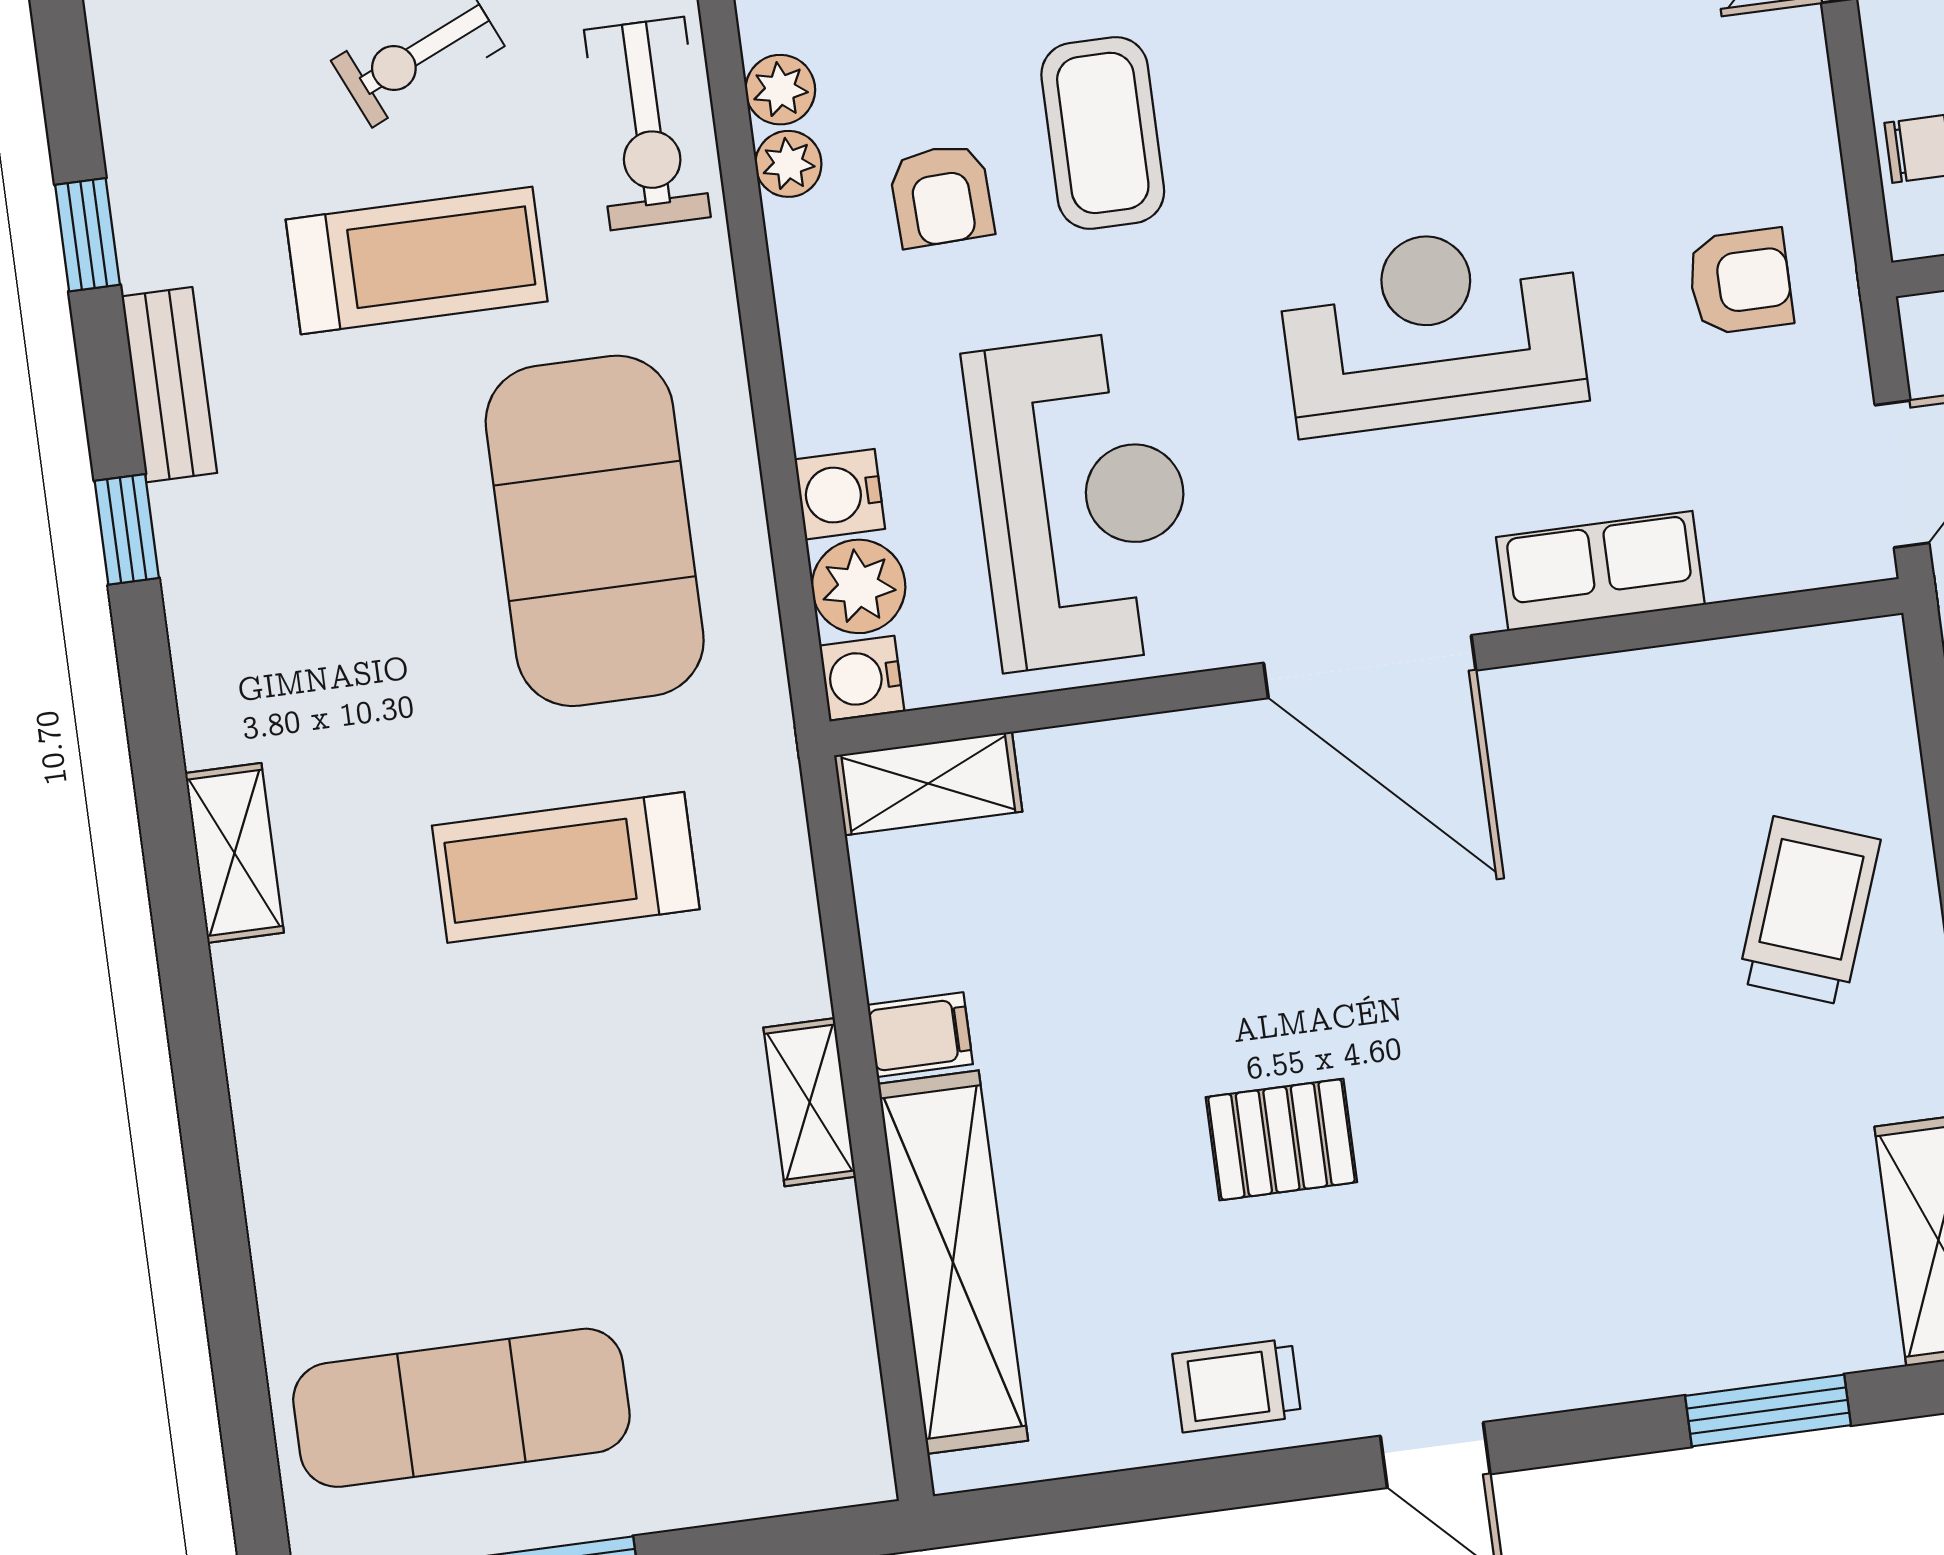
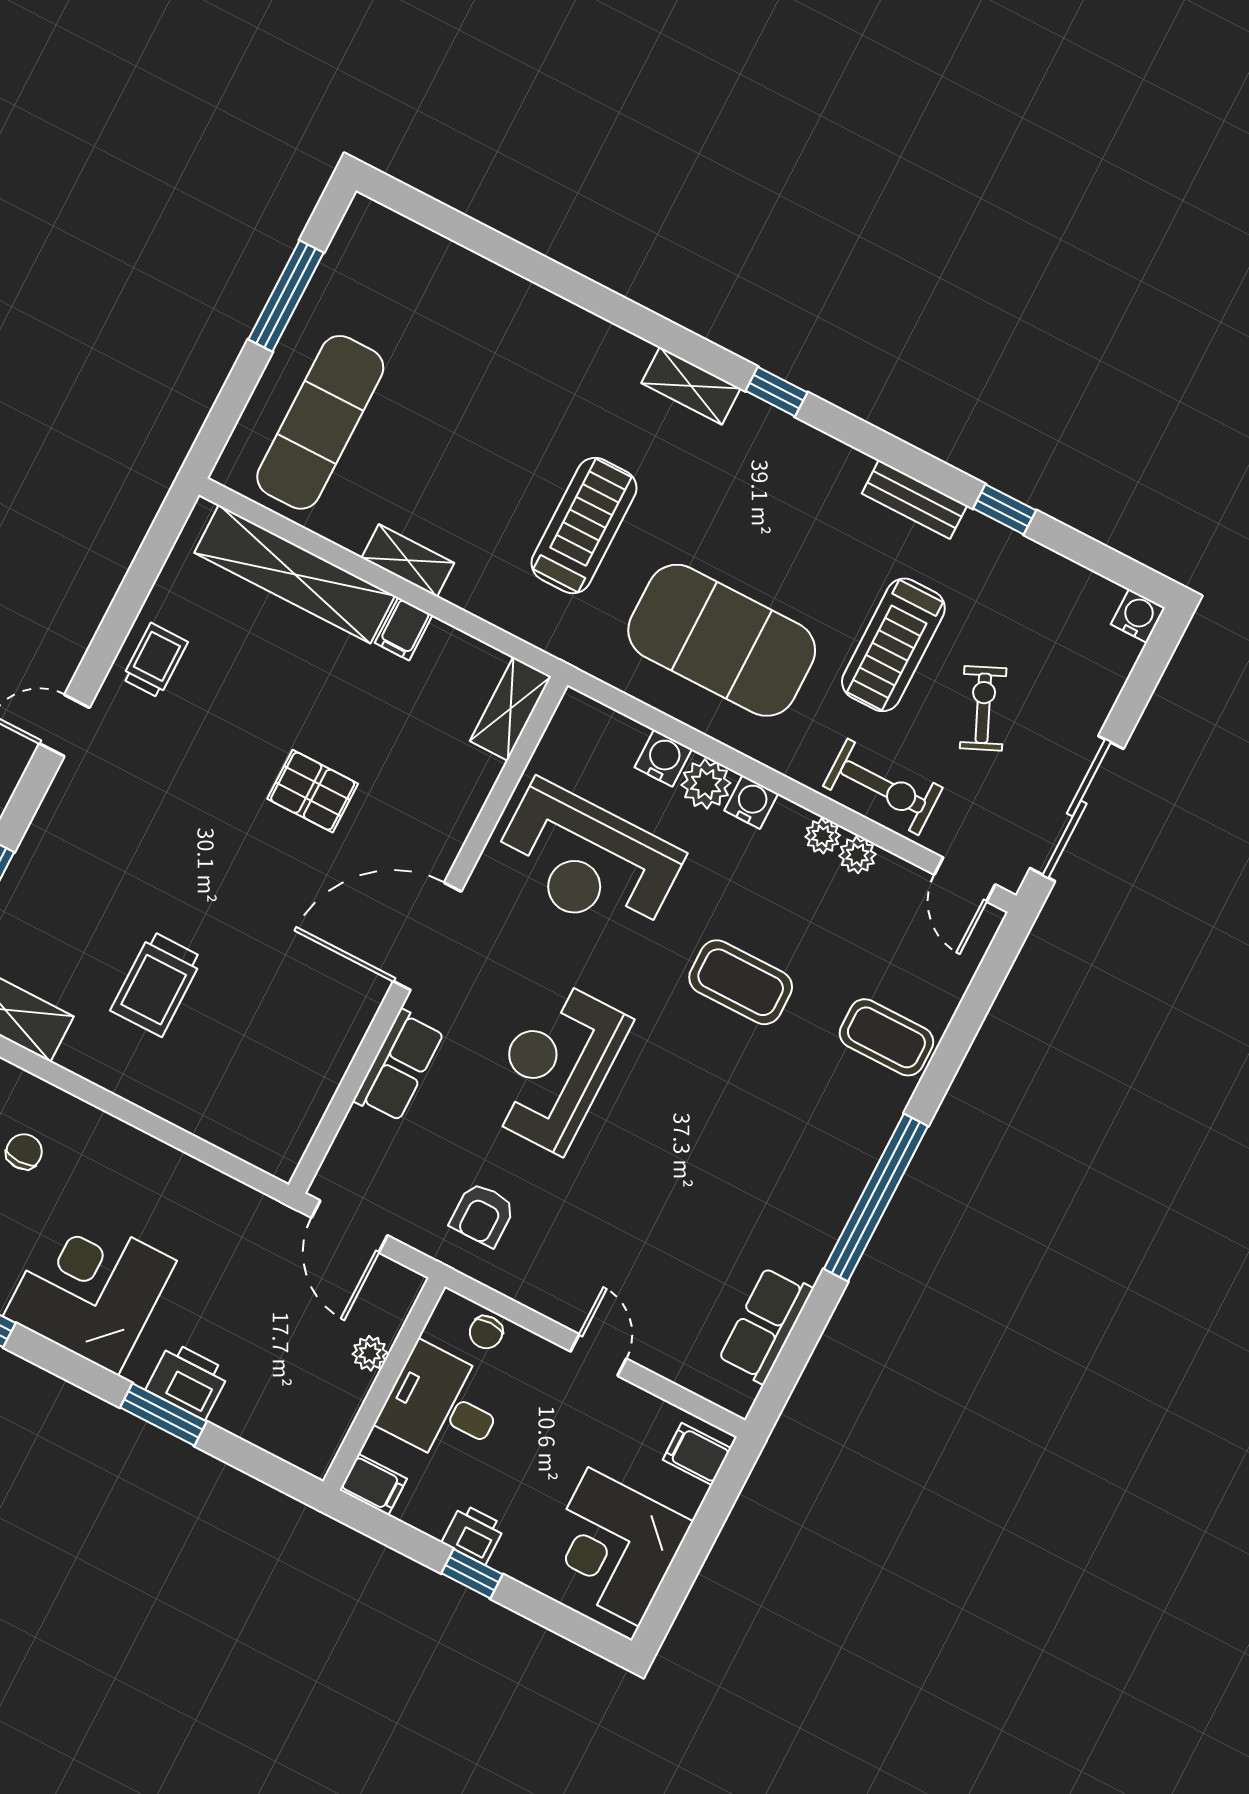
exercise bike: (647, 124) -> (883, 787), turned 180
armchair: (941, 195) -> (762, 893), removed
reception desk: (1432, 328) -> (556, 1066), turned 180
window: (127, 529) -> (776, 392), moved
plant: (859, 586) -> (706, 784), moved
water cooler: (862, 678) -> (751, 802), moved
trolley: (1809, 911) -> (157, 984), moved, turned 70
pallet: (1281, 1140) -> (313, 791), moved, turned 90
exercise mat: (461, 1408) -> (320, 422), moved

